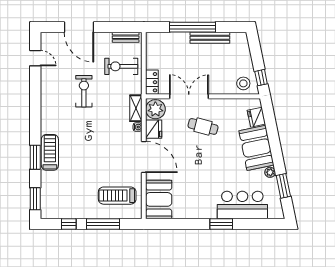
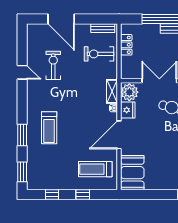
door: (35, 58) -> (22, 72), moved
locker: (152, 82) -> (126, 45), moved
exercise bike: (84, 91) -> (53, 65), moved
treadmill: (50, 152) -> (49, 128), moved, turned 180
door: (144, 157) -> (119, 135), swing flipped
window: (103, 224) -> (83, 195), width x0.46

